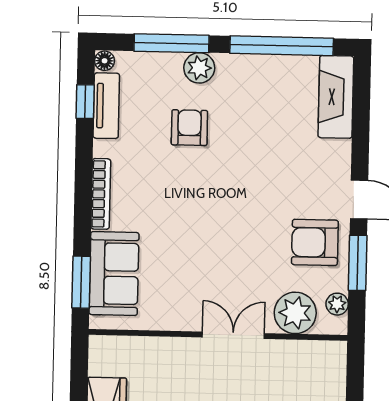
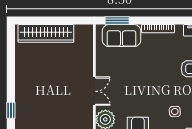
side table: (281, 162) -> (175, 111), added

